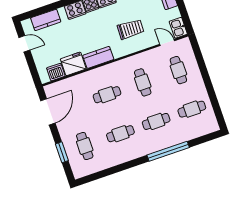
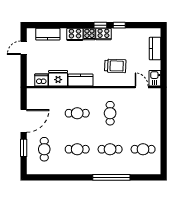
door: (24, 44) -> (24, 48), swing flipped
cafe table: (178, 70) -> (143, 113), removed
door: (48, 112) -> (24, 121), moved

